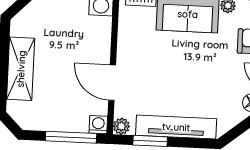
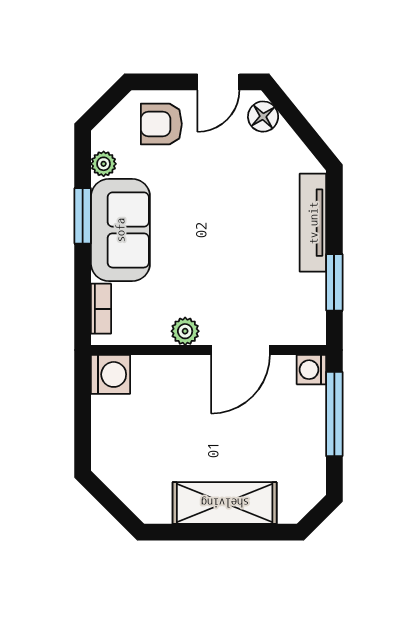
plant: (121, 126) -> (185, 331), moved
tv unit: (176, 127) -> (313, 223), width x0.73, depth x0.78

